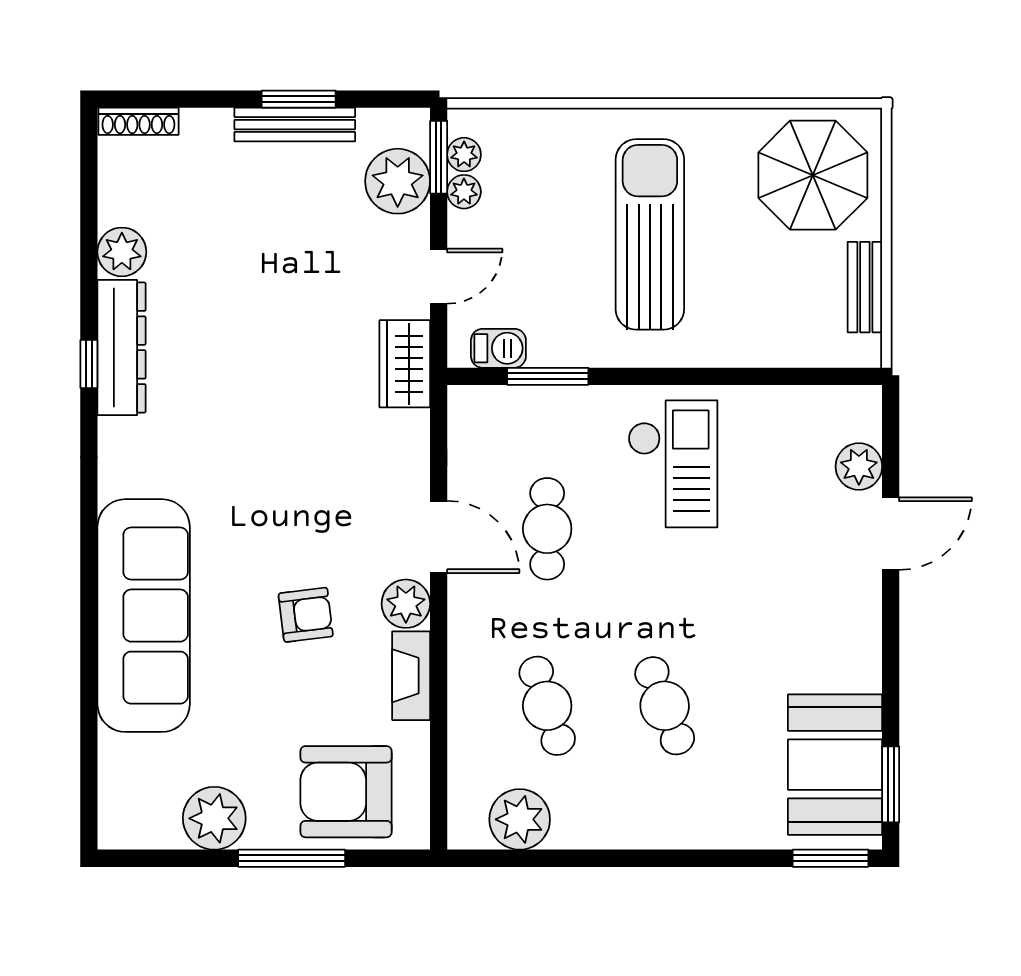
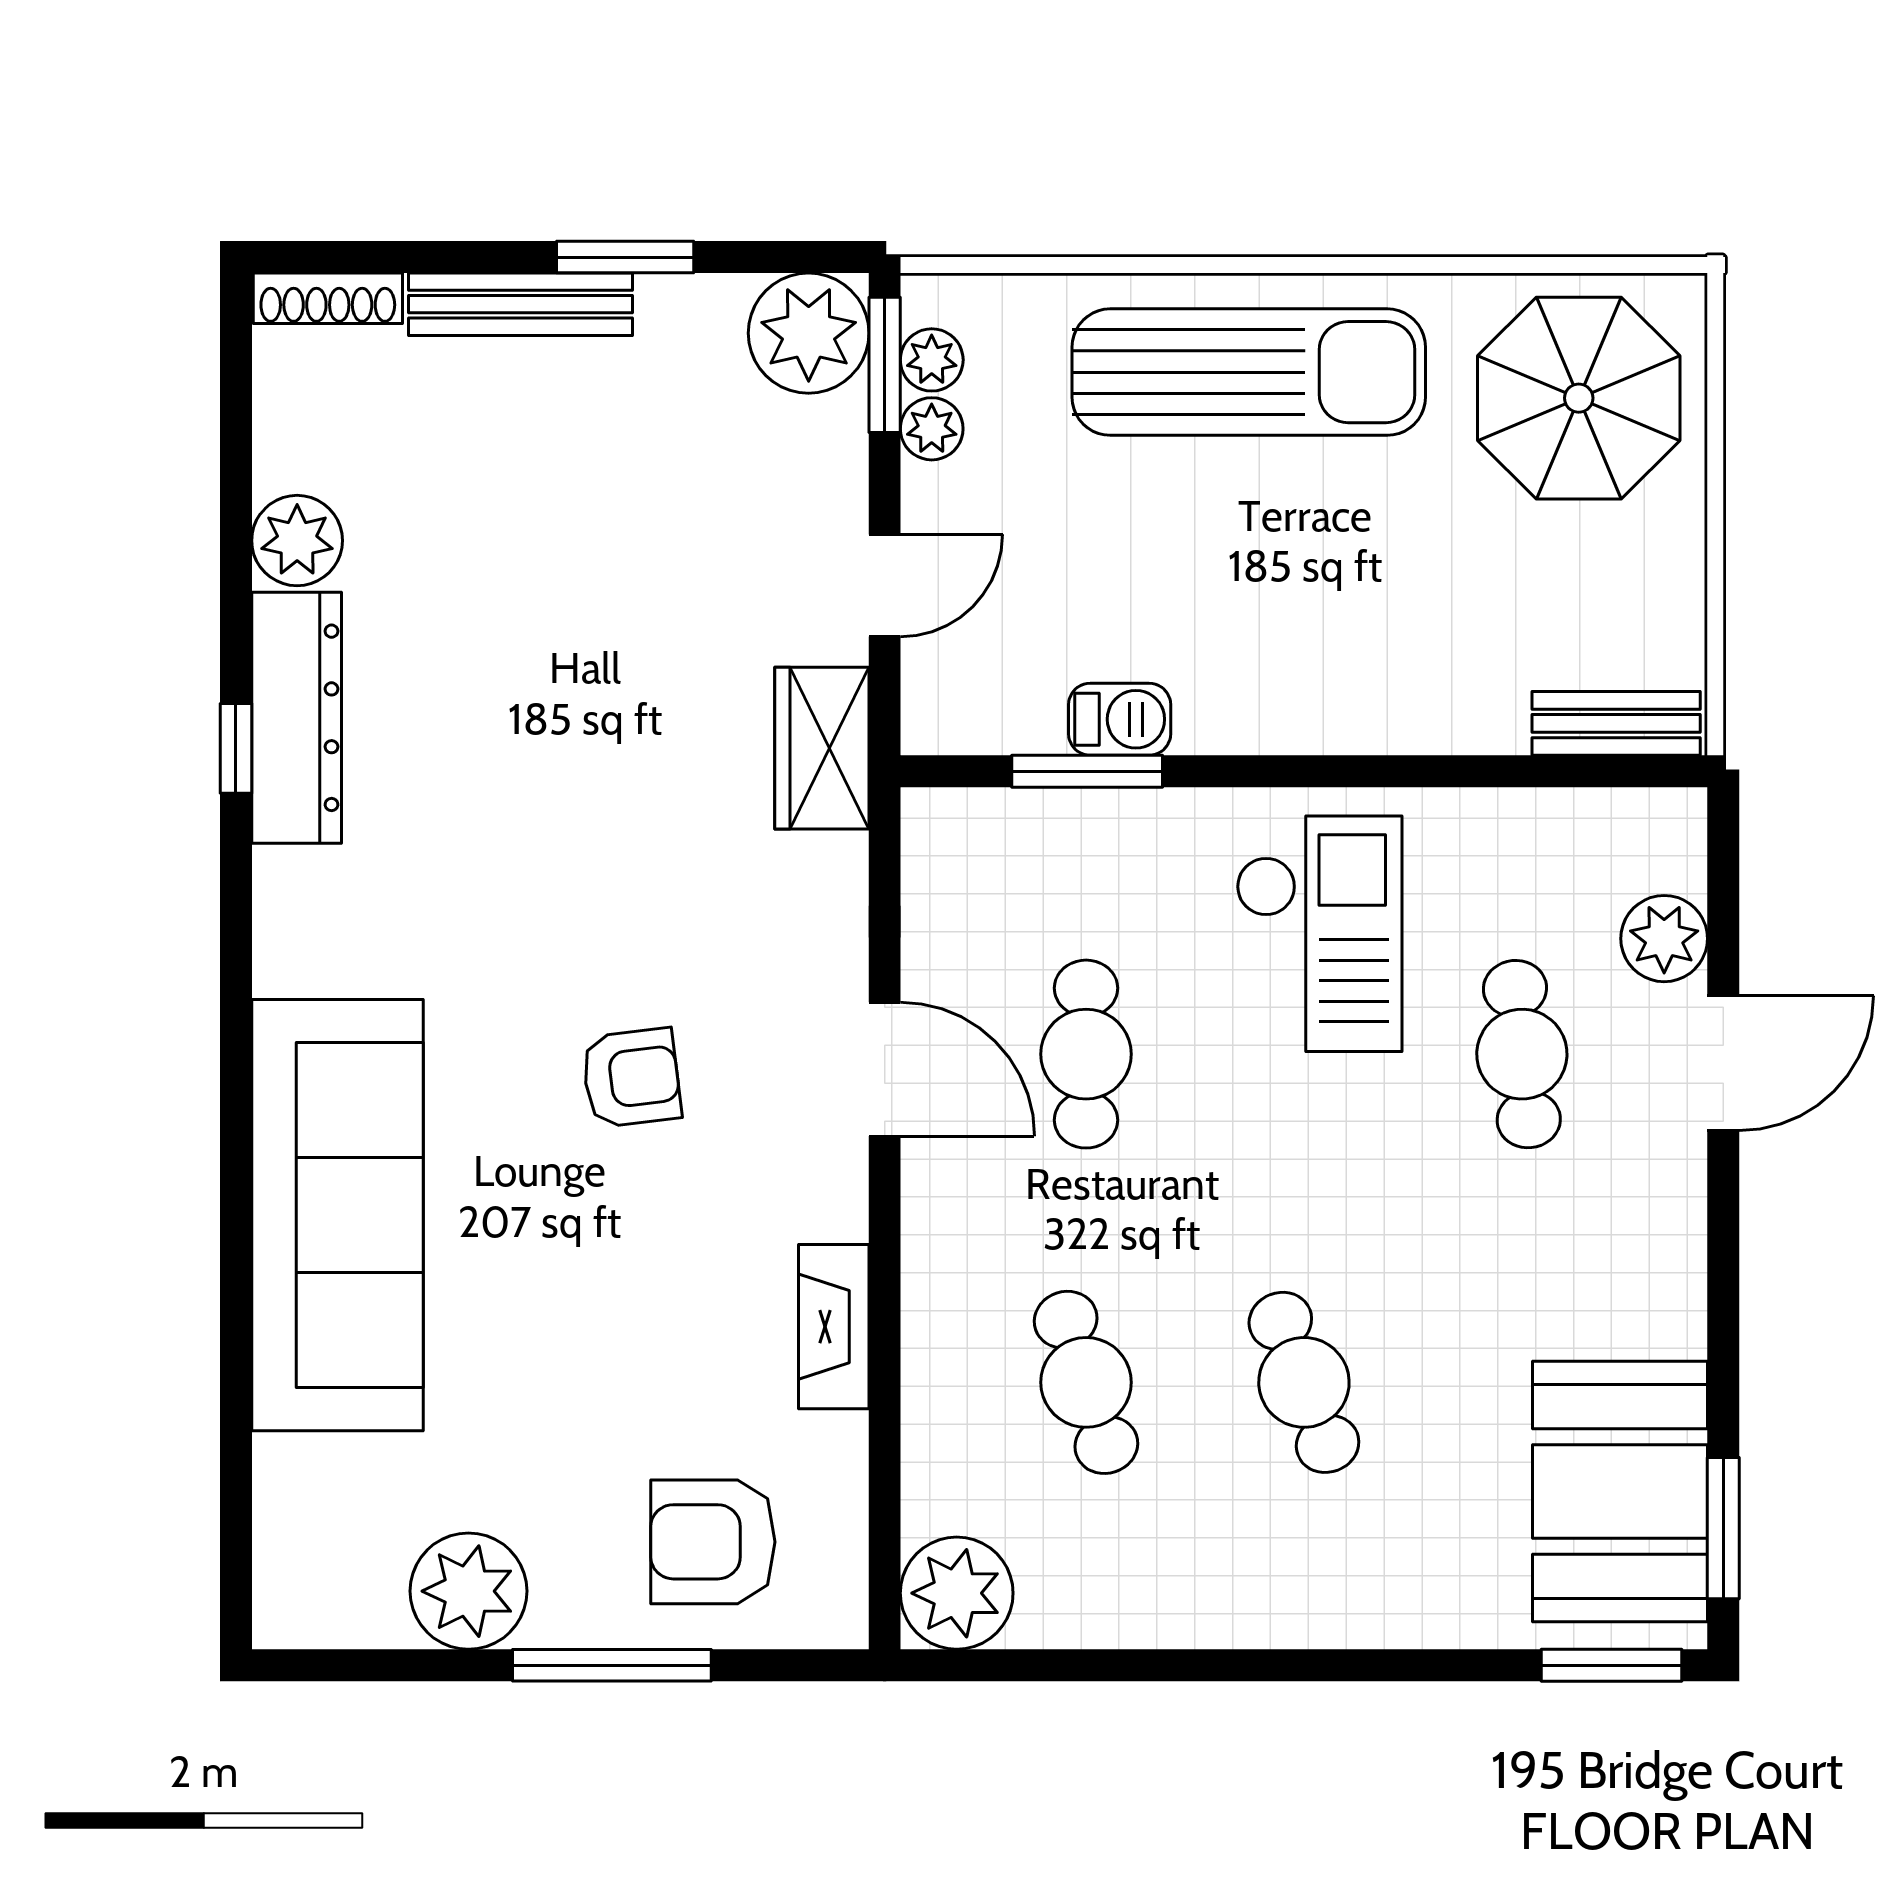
bench: (295, 125) -> (521, 304), moved
plant: (398, 181) -> (809, 333), moved
sun lounger: (650, 234) -> (1249, 372), moved, turned 90
bench: (865, 287) -> (1616, 723), moved, turned 90
barbecue: (498, 348) -> (1120, 719), moved
cafe table: (782, 529) -> (1522, 1054), added
plant: (406, 604) -> (824, 1193), removed
armchair: (306, 615) -> (631, 1078), moved
armchair: (346, 792) -> (713, 1542), width x0.73, depth x0.73
plant: (520, 819) -> (957, 1593), moved

